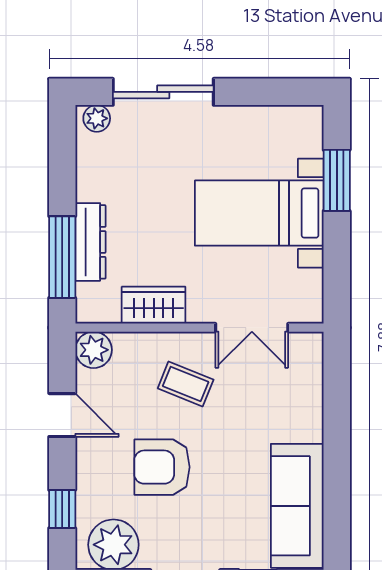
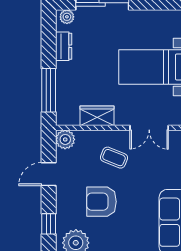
dresser: (91, 242) -> (64, 46), moved, width x0.70
door: (62, 415) -> (49, 174), swing flipped

